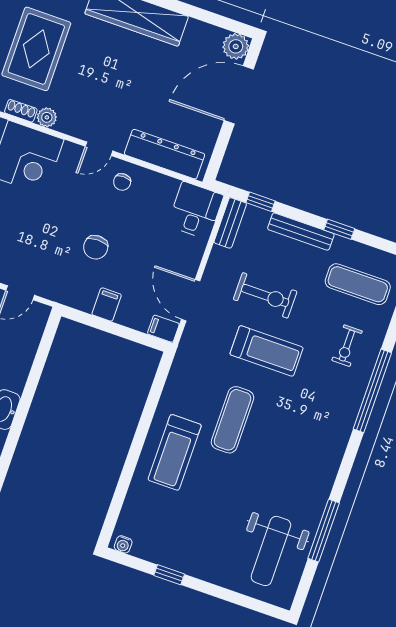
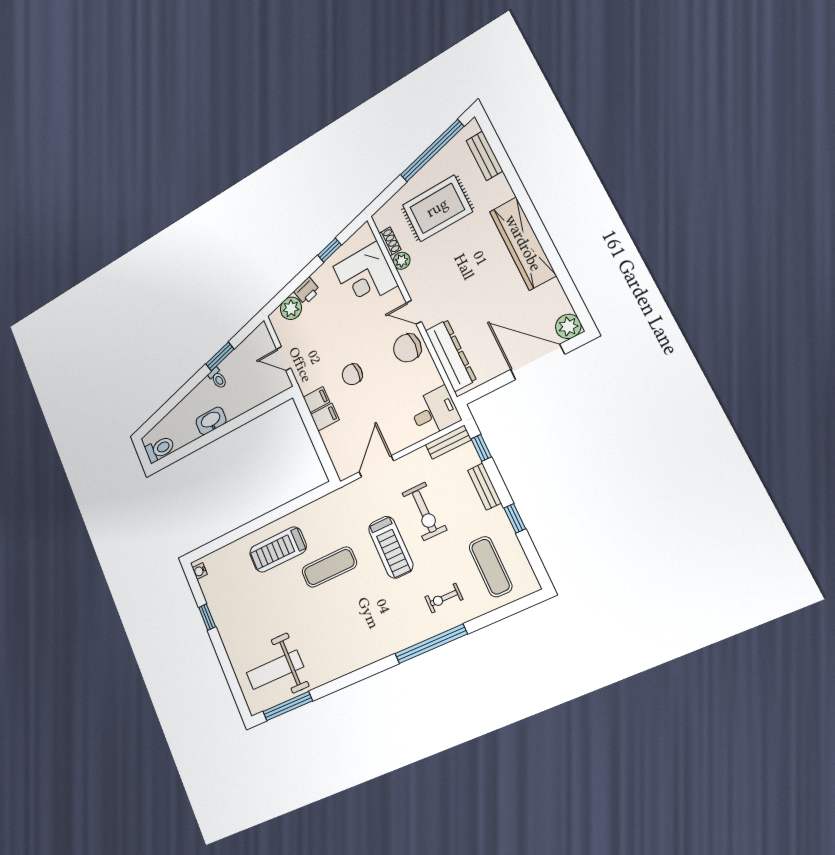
chair: (122, 182) -> (407, 348), width x1.87, depth x1.87
bench: (301, 232) -> (484, 487), width x0.73
filing cabinet: (163, 329) -> (316, 400), moved, turned 90
window: (324, 531) -> (288, 706), moved

